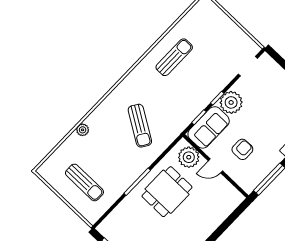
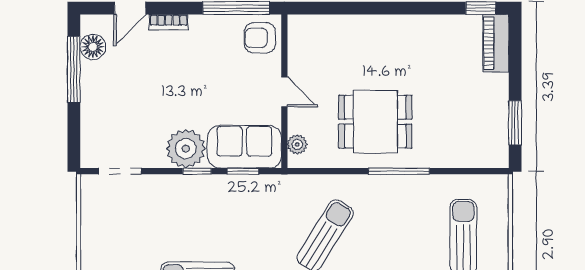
armchair: (242, 149) -> (260, 38), moved
plant: (189, 157) -> (297, 144), width x0.53, depth x0.53

